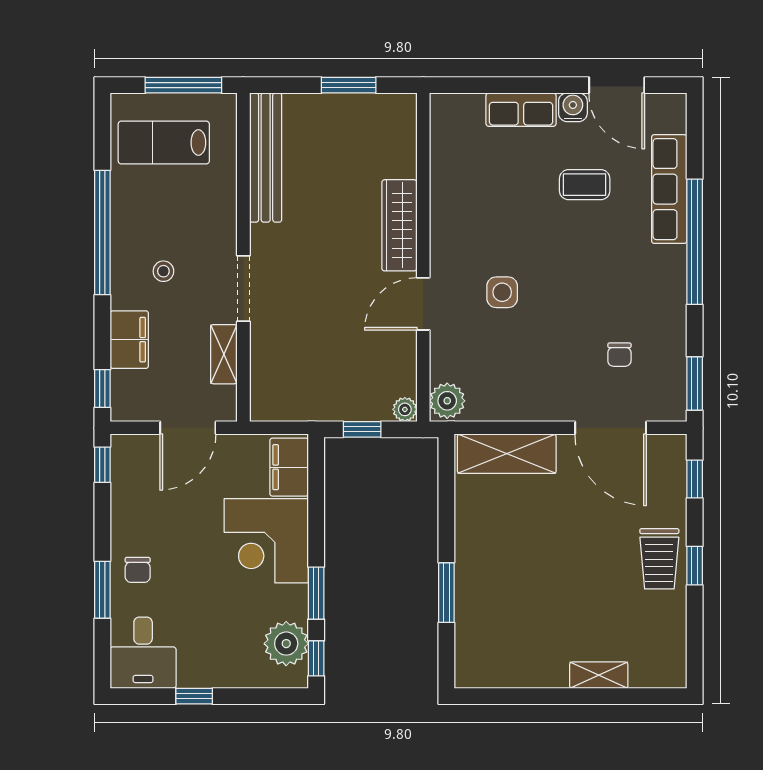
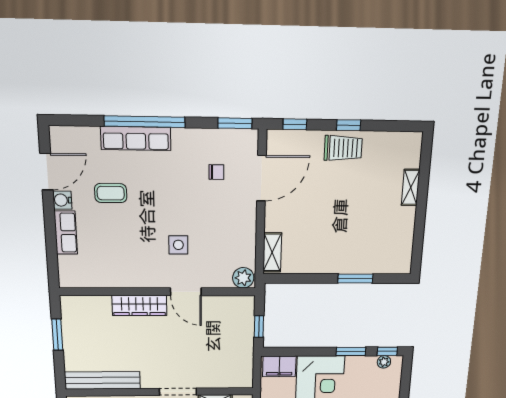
coffee table: (585, 185) -> (111, 193), turned 90
row of seats: (669, 189) -> (136, 138), moved
plant: (405, 409) -> (248, 302), removed
shelving: (507, 454) -> (272, 252), width x0.67, depth x0.75
plant: (286, 644) -> (384, 362), width x0.53, depth x0.53

